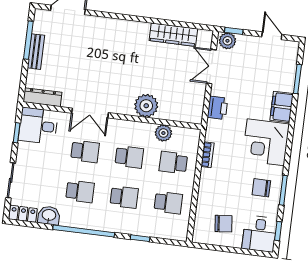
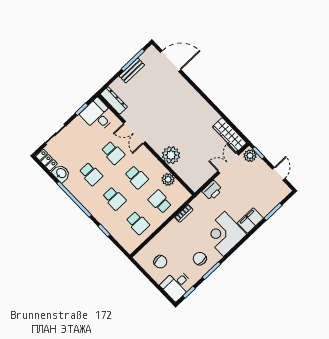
wardrobe: (173, 35) -> (229, 135), moved

